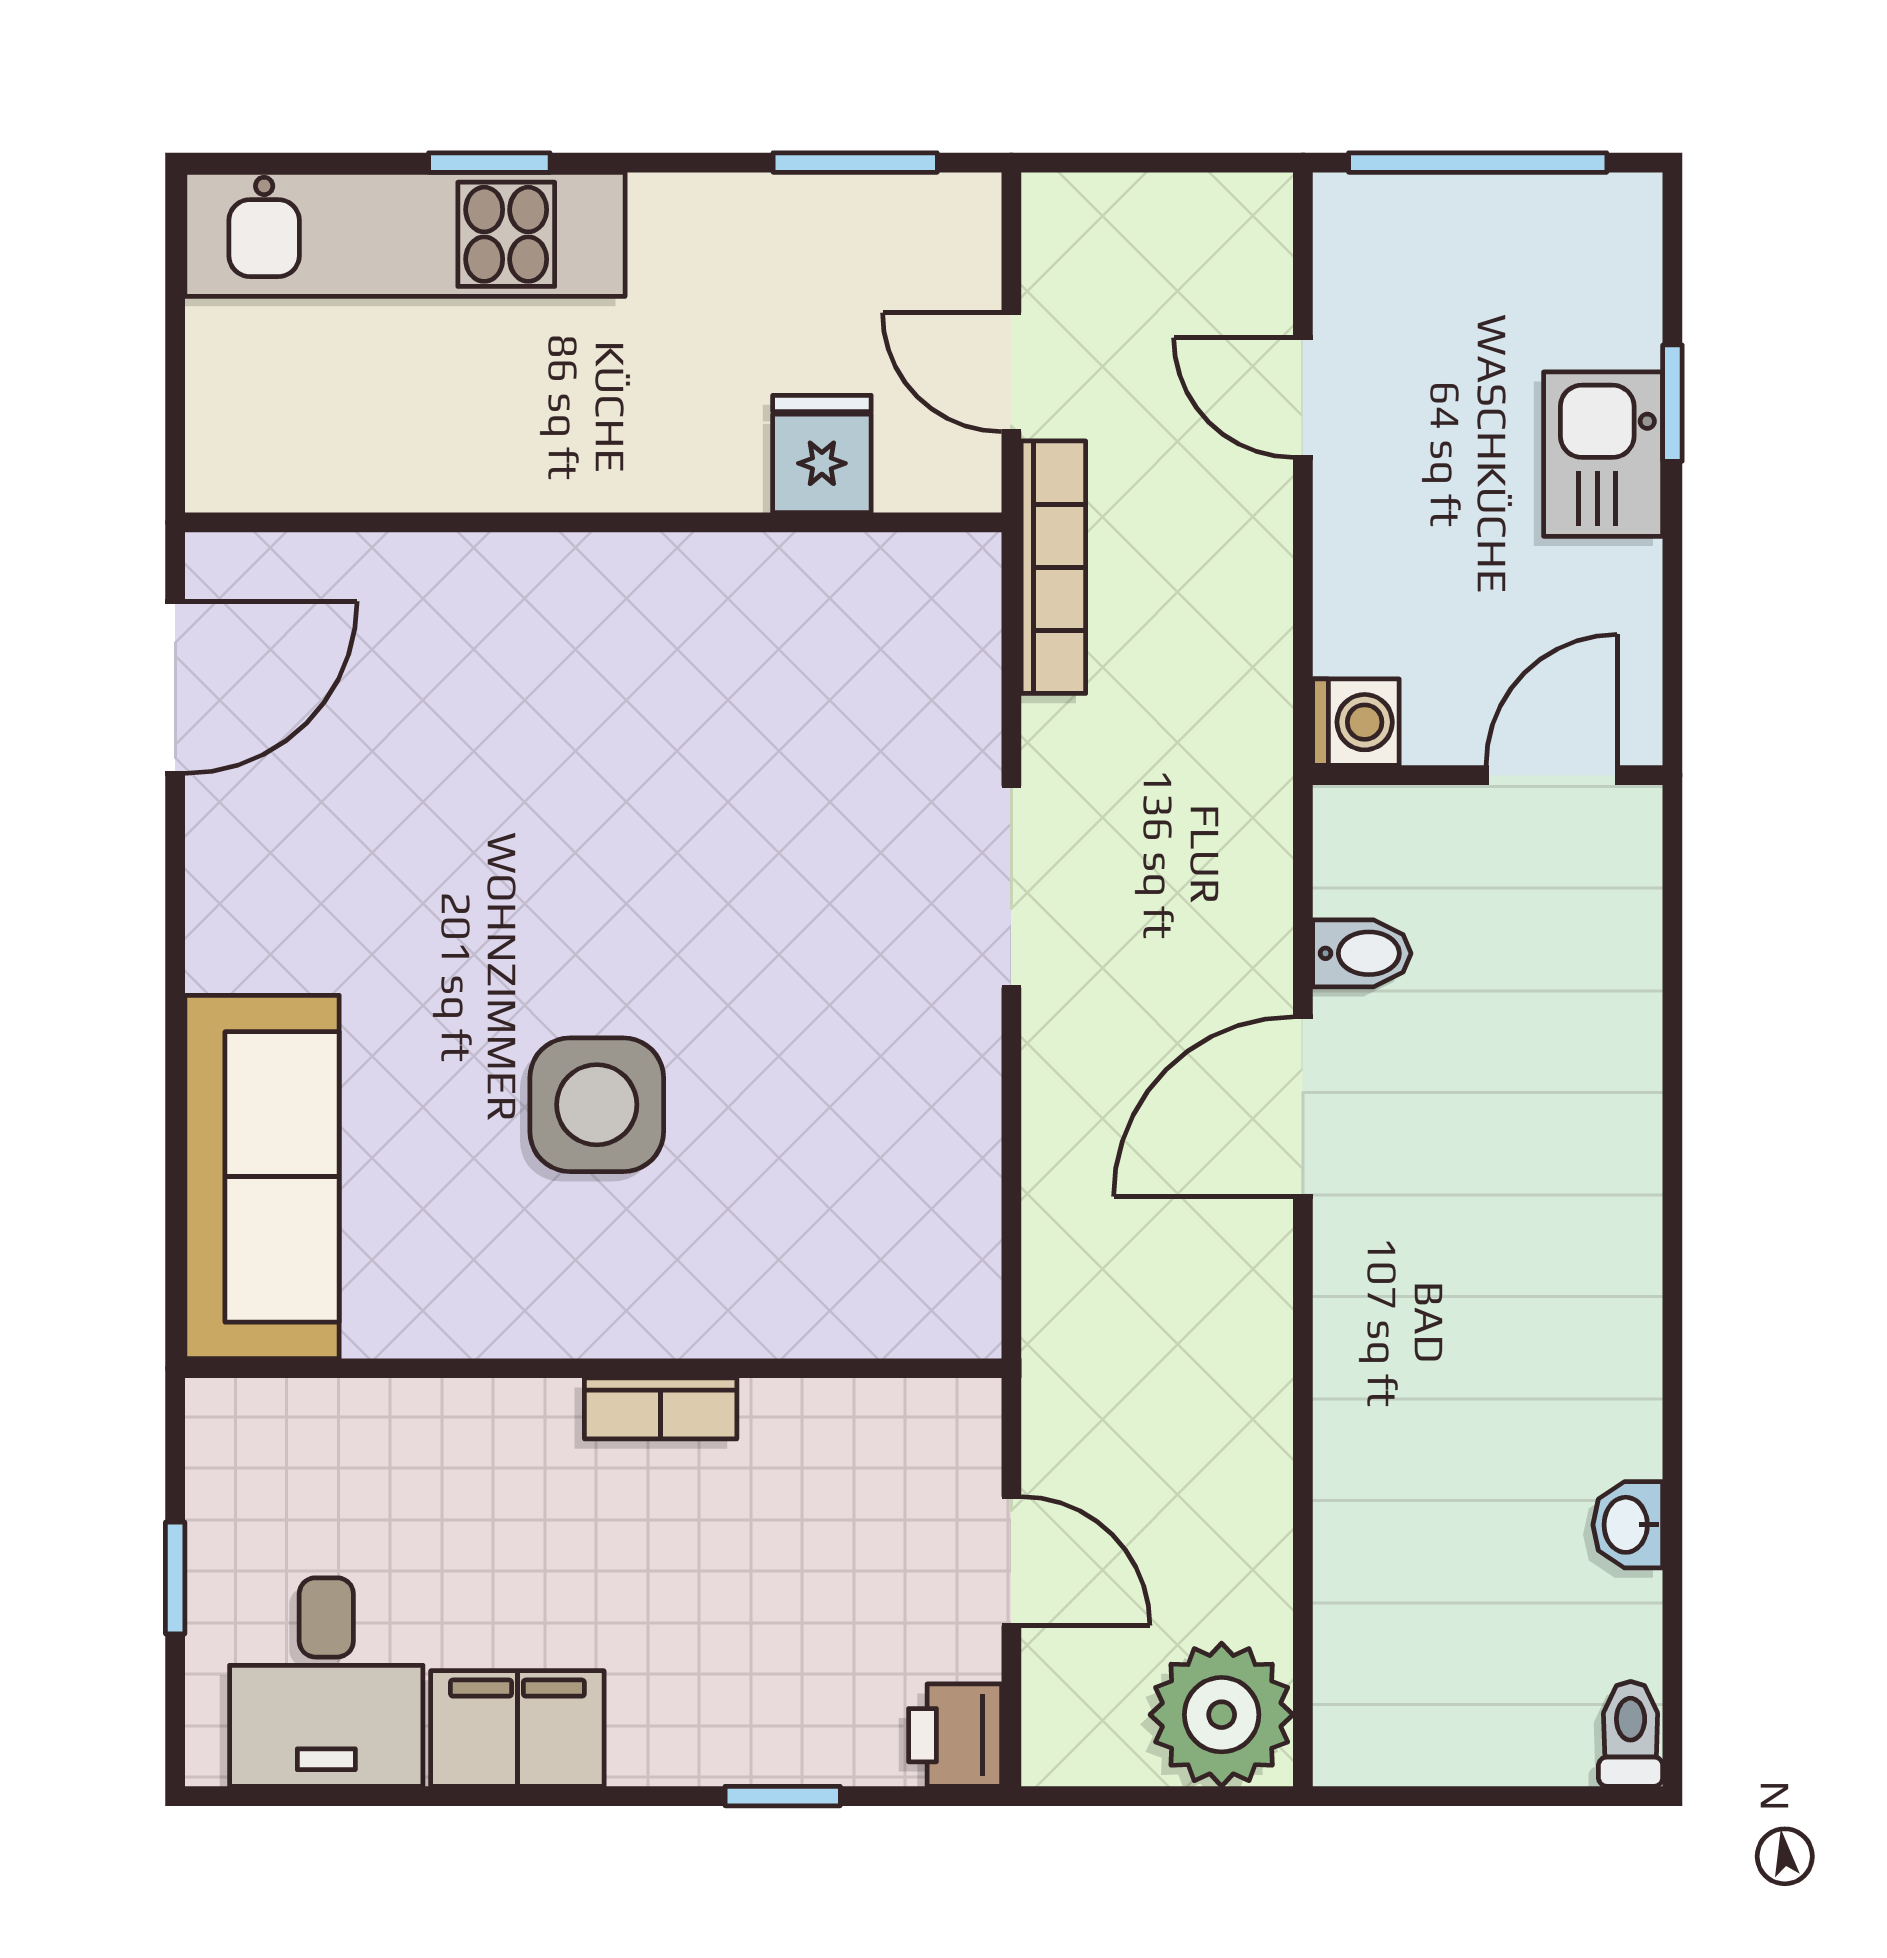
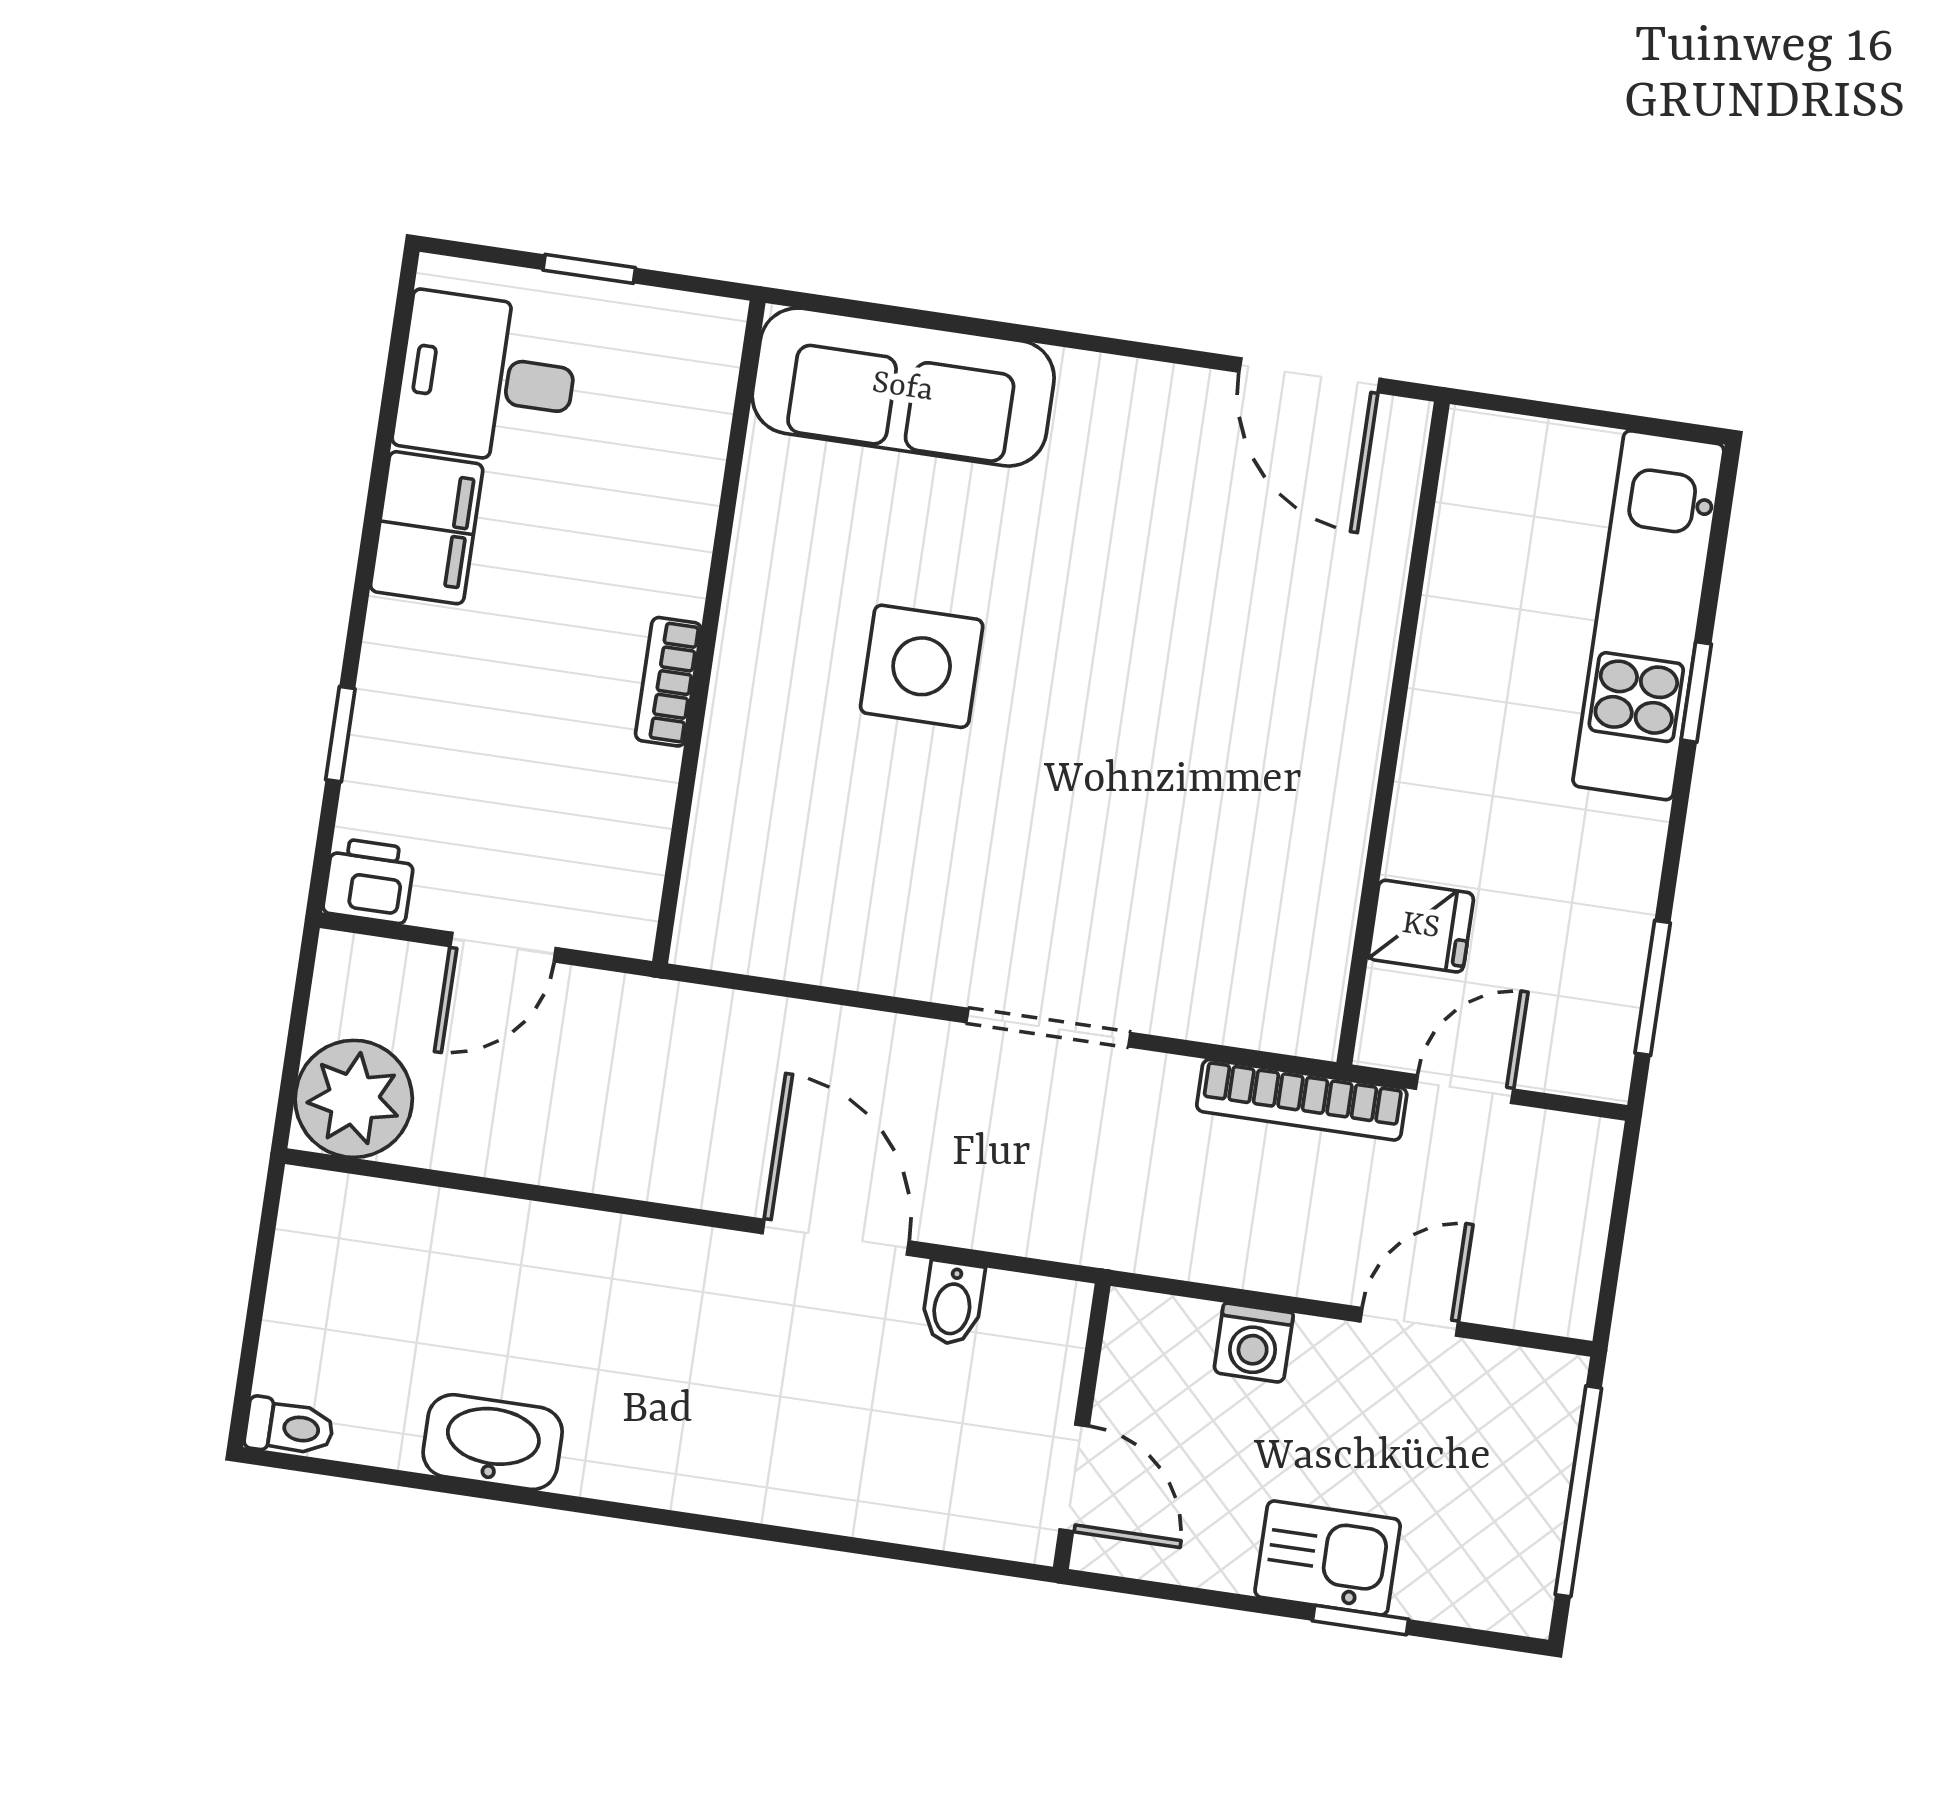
washing machine: (1356, 722) -> (1254, 1343), moved
washbasin: (1628, 1525) -> (493, 1442), width x1.91, depth x1.45

